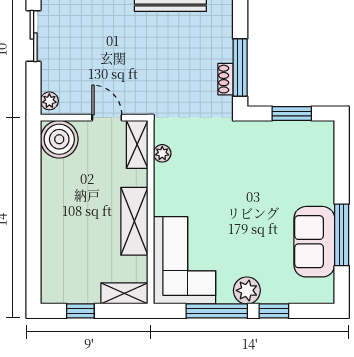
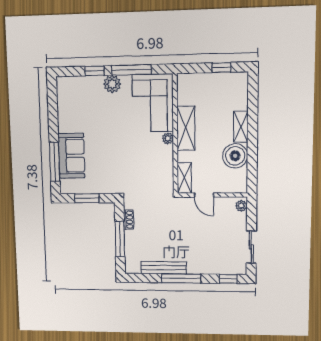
window: (240, 67) -> (120, 239), moved
boiler: (59, 139) -> (235, 156), moved
plant: (162, 153) -> (168, 138), moved
window: (342, 235) -> (55, 162), moved
sofa: (314, 242) -> (71, 156), moved
shelving: (124, 293) -> (241, 127), moved, turned 90

